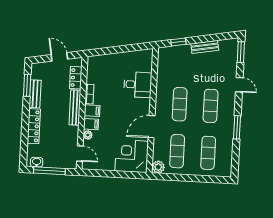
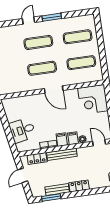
desk: (138, 85) -> (22, 130), moved, turned -100
door: (239, 85) -> (28, 21), moved
locker: (34, 126) -> (79, 186), width x0.66
door: (152, 127) -> (54, 89), moved
door: (80, 153) -> (99, 143), hinge flipped
plant: (158, 167) -> (97, 76), removed

